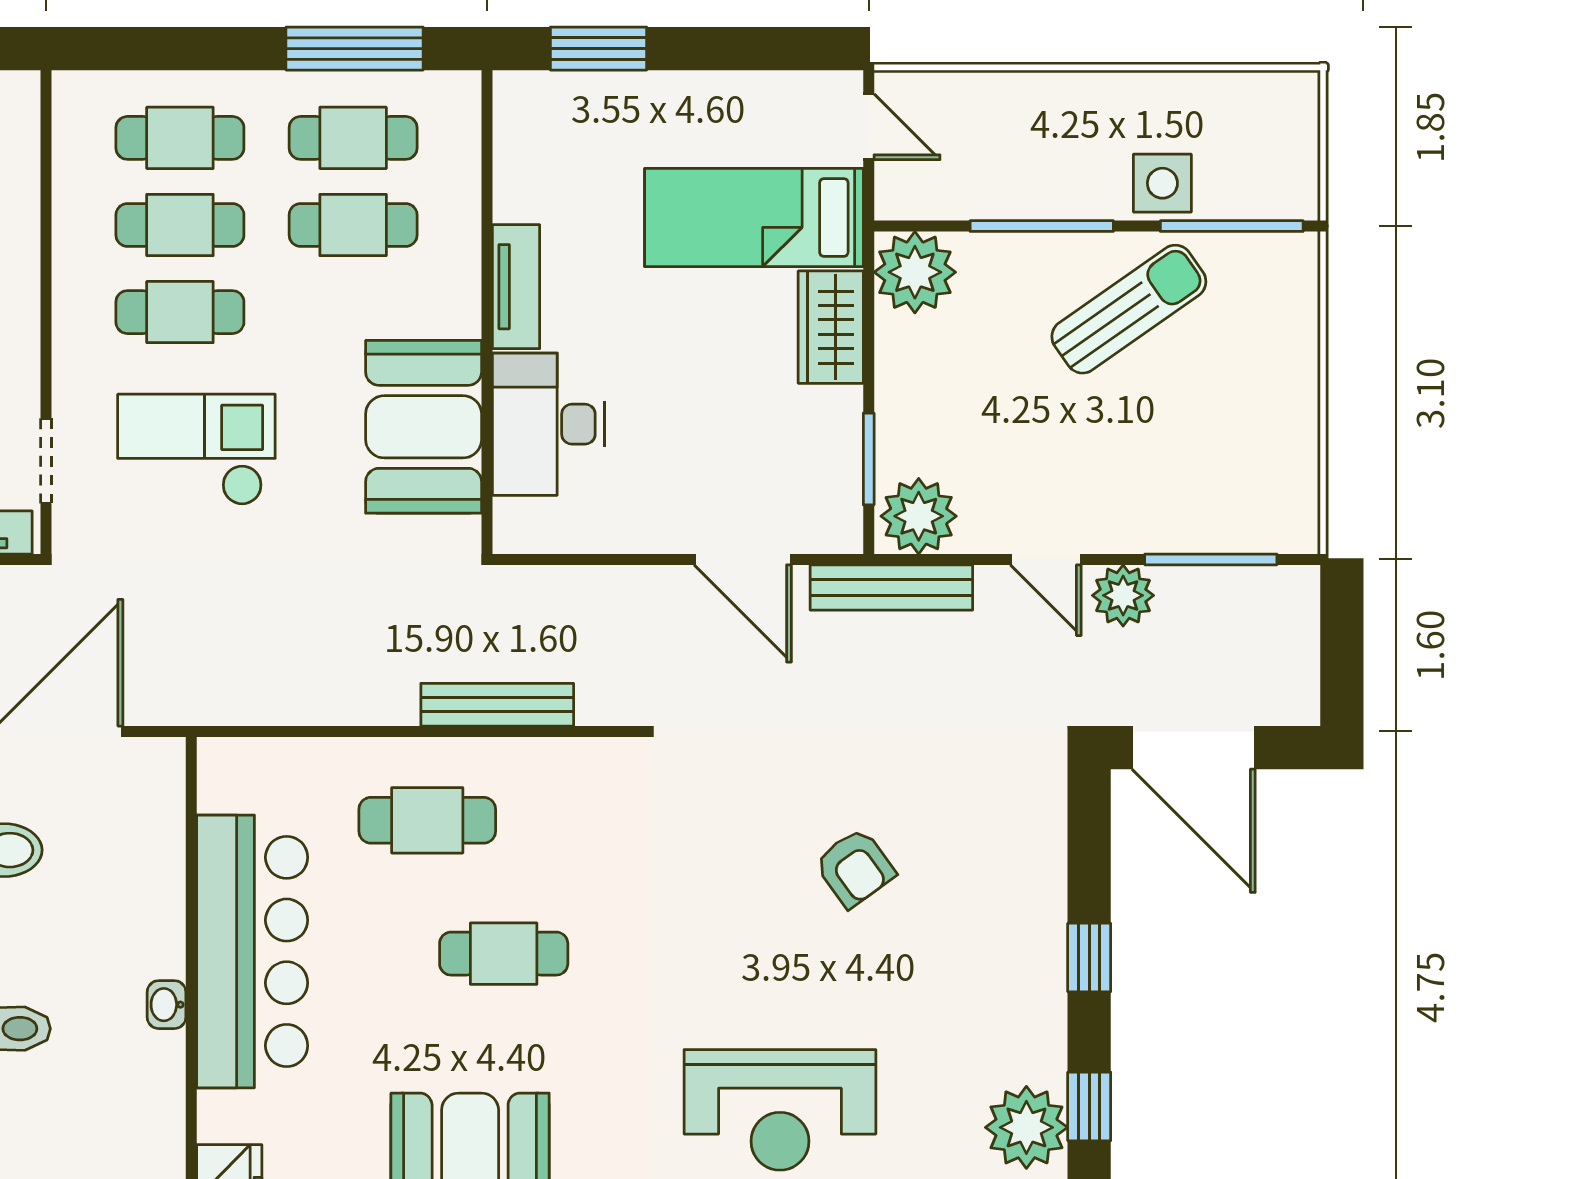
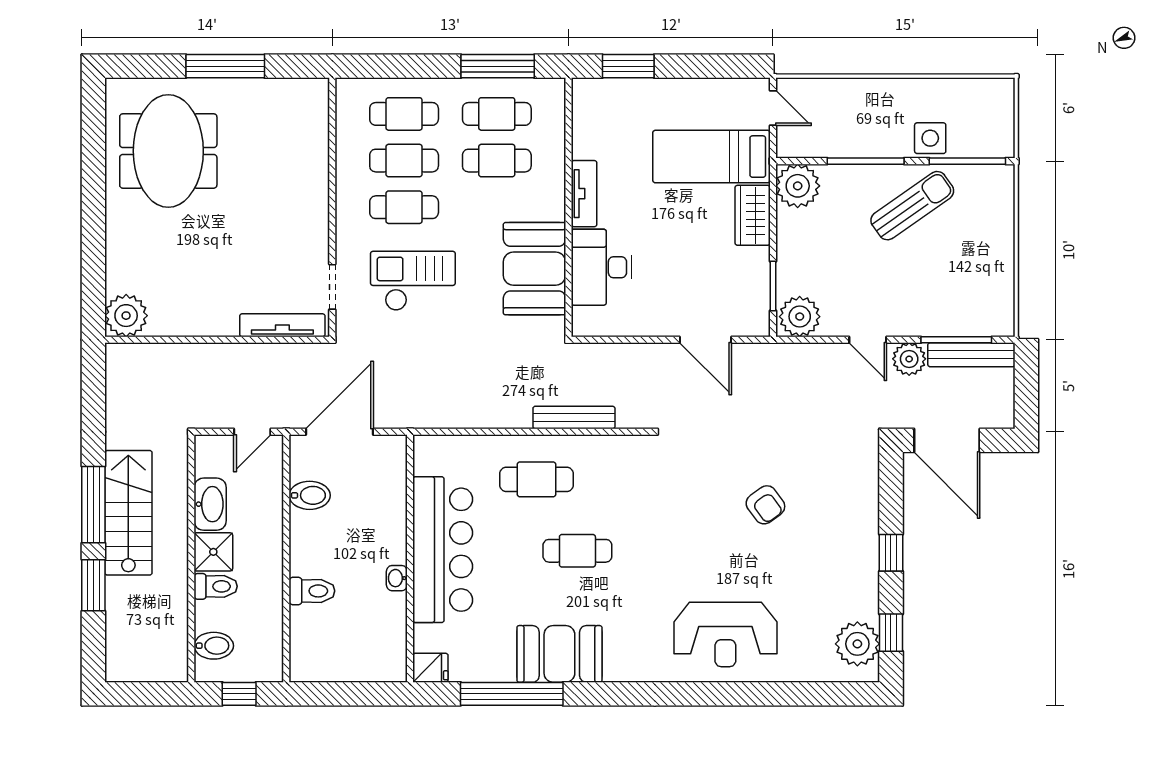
bench: (891, 587) -> (971, 355), moved

